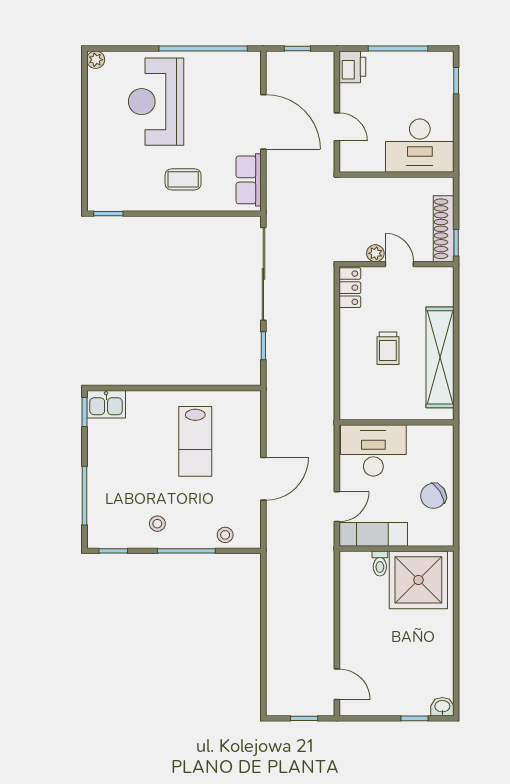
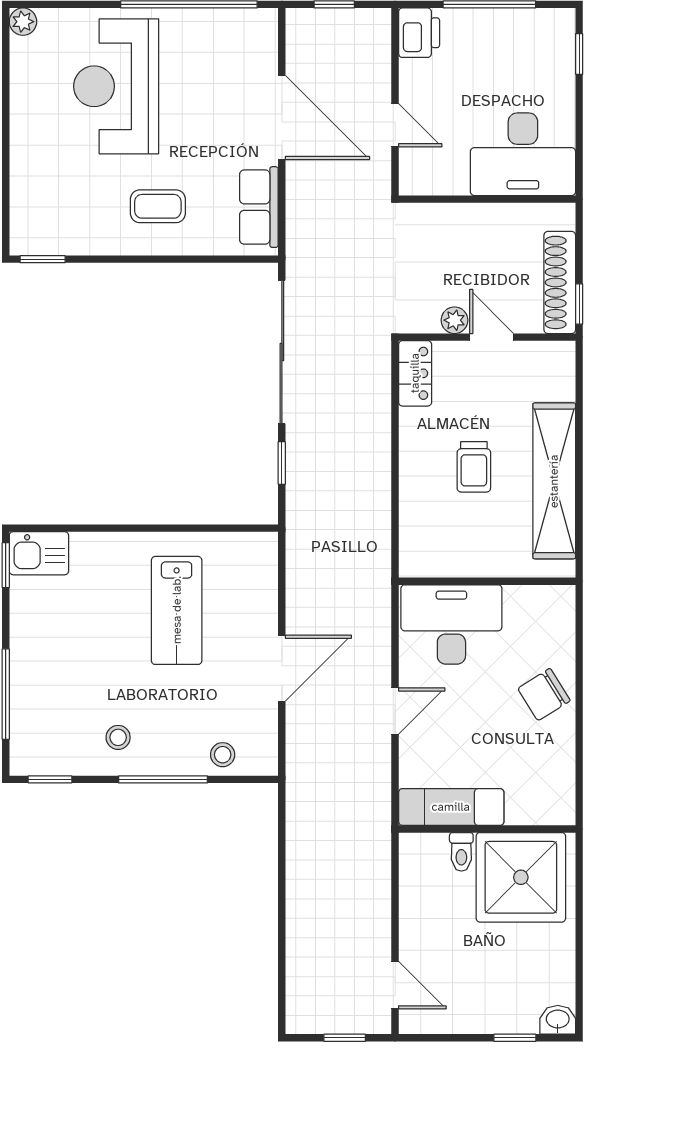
exam couch: (373, 534) -> (451, 807), moved
wall: (397, 549) -> (487, 829), moved
toilet: (380, 563) -> (461, 852), moved
shower: (418, 580) -> (521, 877), moved

